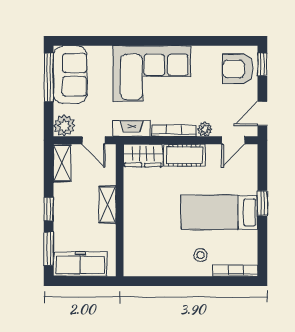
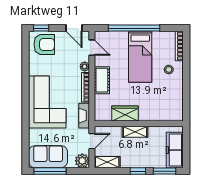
armchair: (238, 69) -> (44, 44), turned -90
wardrobe: (143, 155) -> (125, 113), moved, turned -90
window: (262, 203) -> (134, 28), width x3.17

